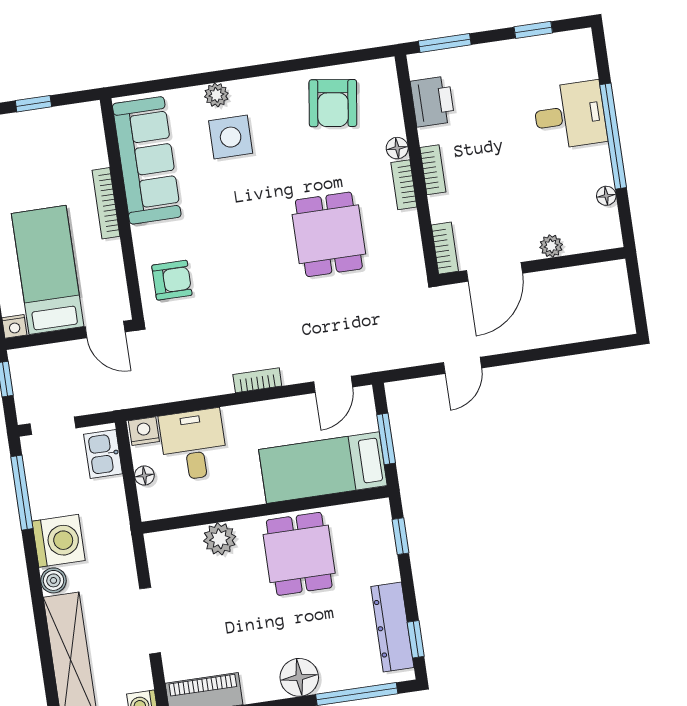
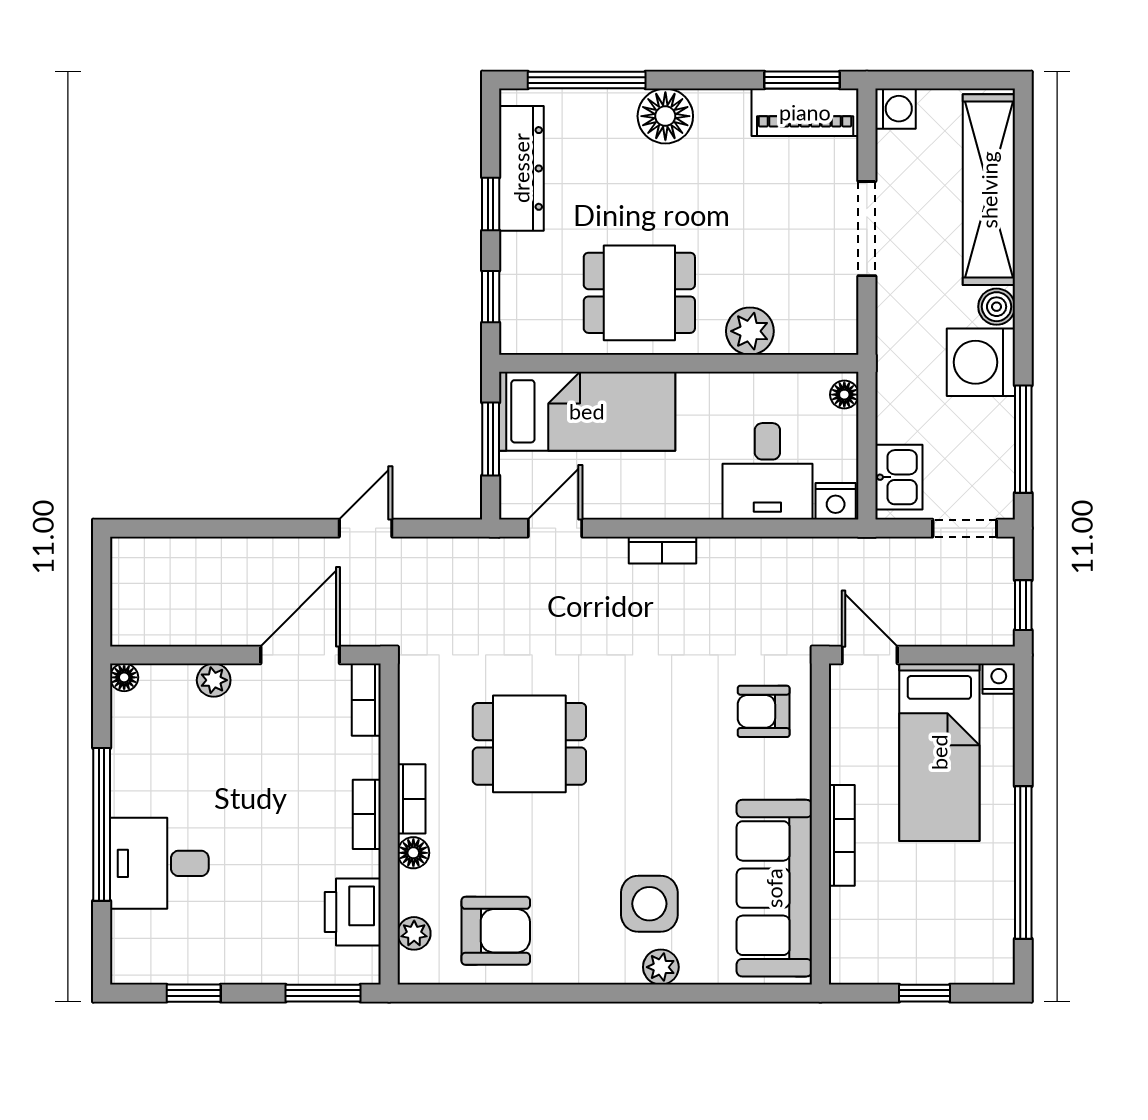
plant: (389, 93) -> (414, 933), added
armchair: (333, 103) -> (496, 931), turned 82
floor lamp: (606, 196) -> (124, 677), moved
dining table: (329, 234) -> (529, 744), turned 90
floor lamp: (144, 476) -> (844, 395), moved
dining table: (299, 554) -> (639, 293), turned 90
window: (416, 639) -> (491, 204), moved

